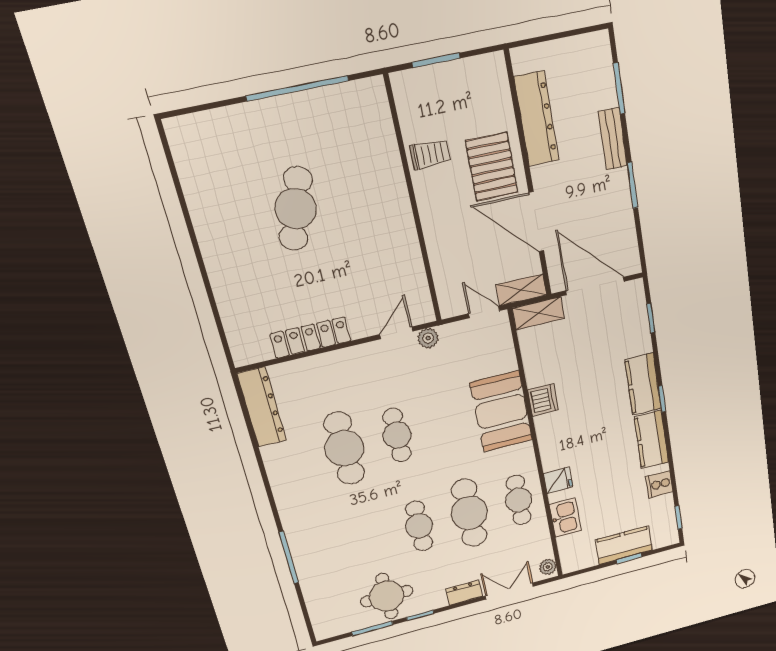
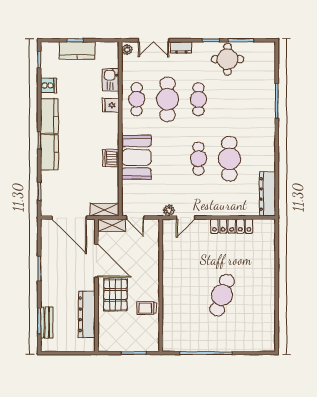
bench: (613, 139) -> (47, 323), moved

